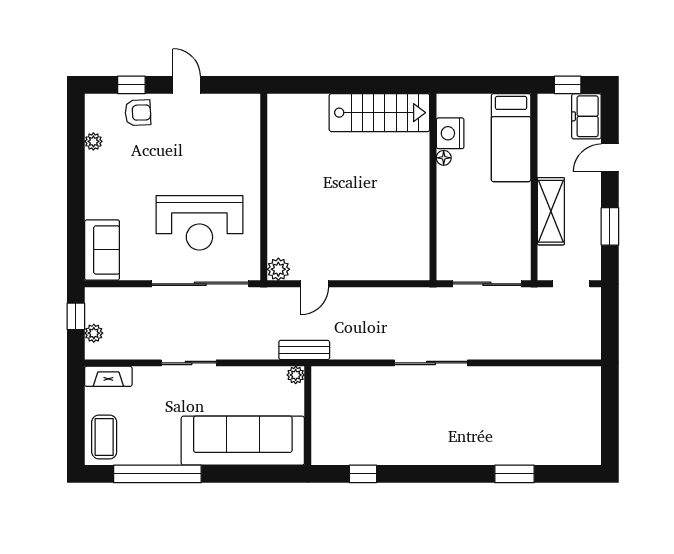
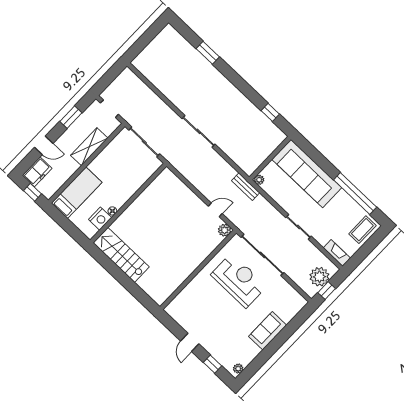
armchair: (138, 113) -> (221, 350), removed
plant: (93, 141) -> (238, 369), moved
sofa: (102, 250) -> (268, 331), moved
plant: (94, 333) -> (319, 277), width x1.87, depth x1.87

